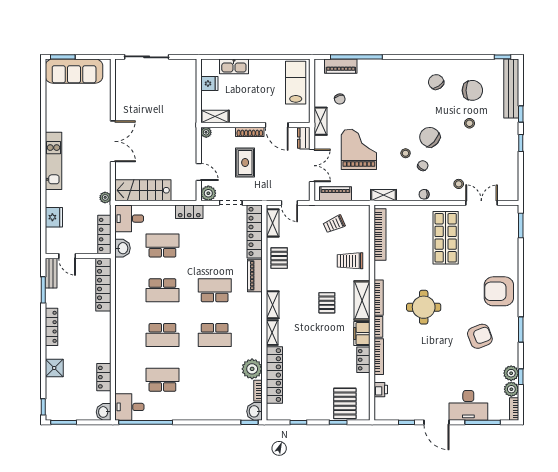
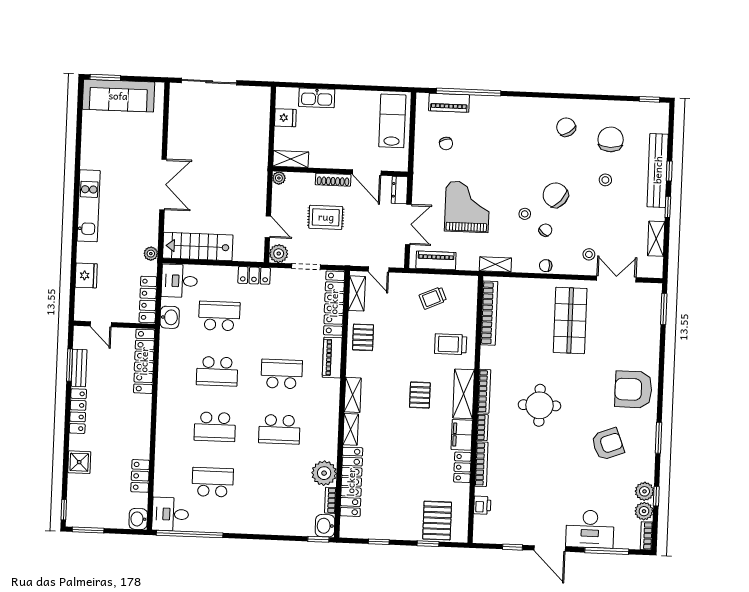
bench: (511, 89) -> (658, 170), moved
chair: (472, 90) -> (611, 139), turned -90
shelving: (320, 121) -> (656, 239), moved
rug: (245, 163) -> (326, 217), turned 90
bench: (51, 273) -> (79, 368), moved

